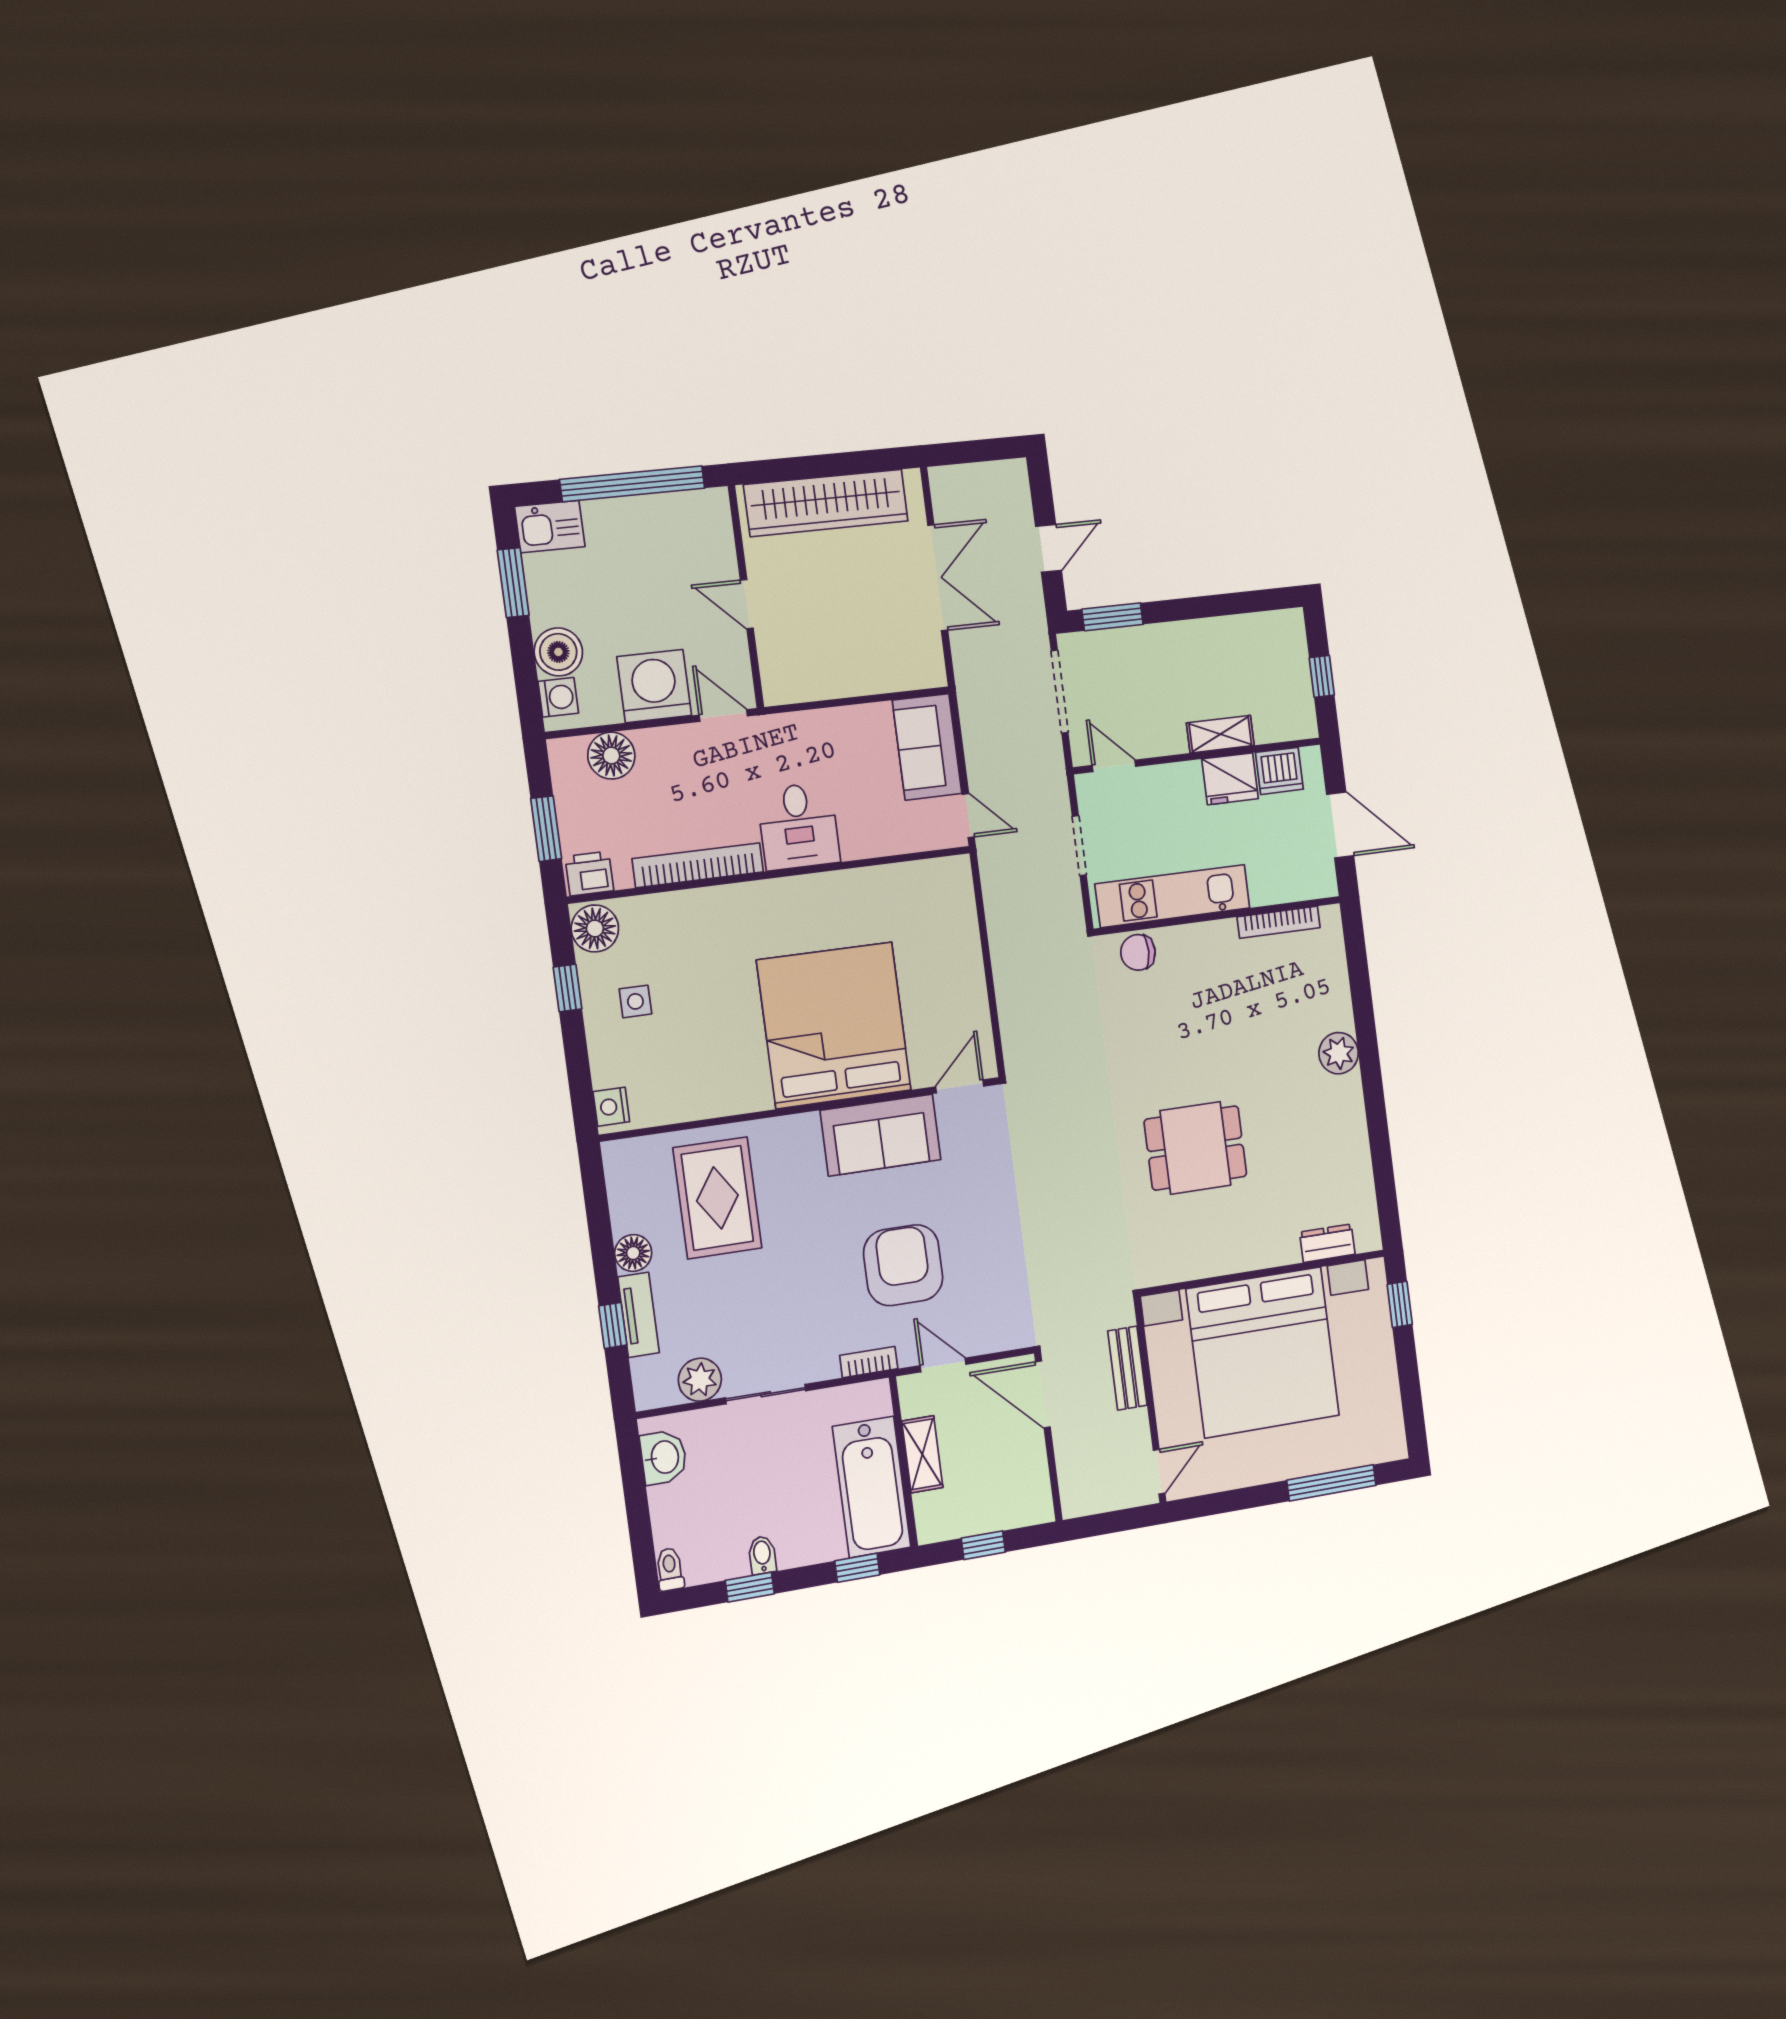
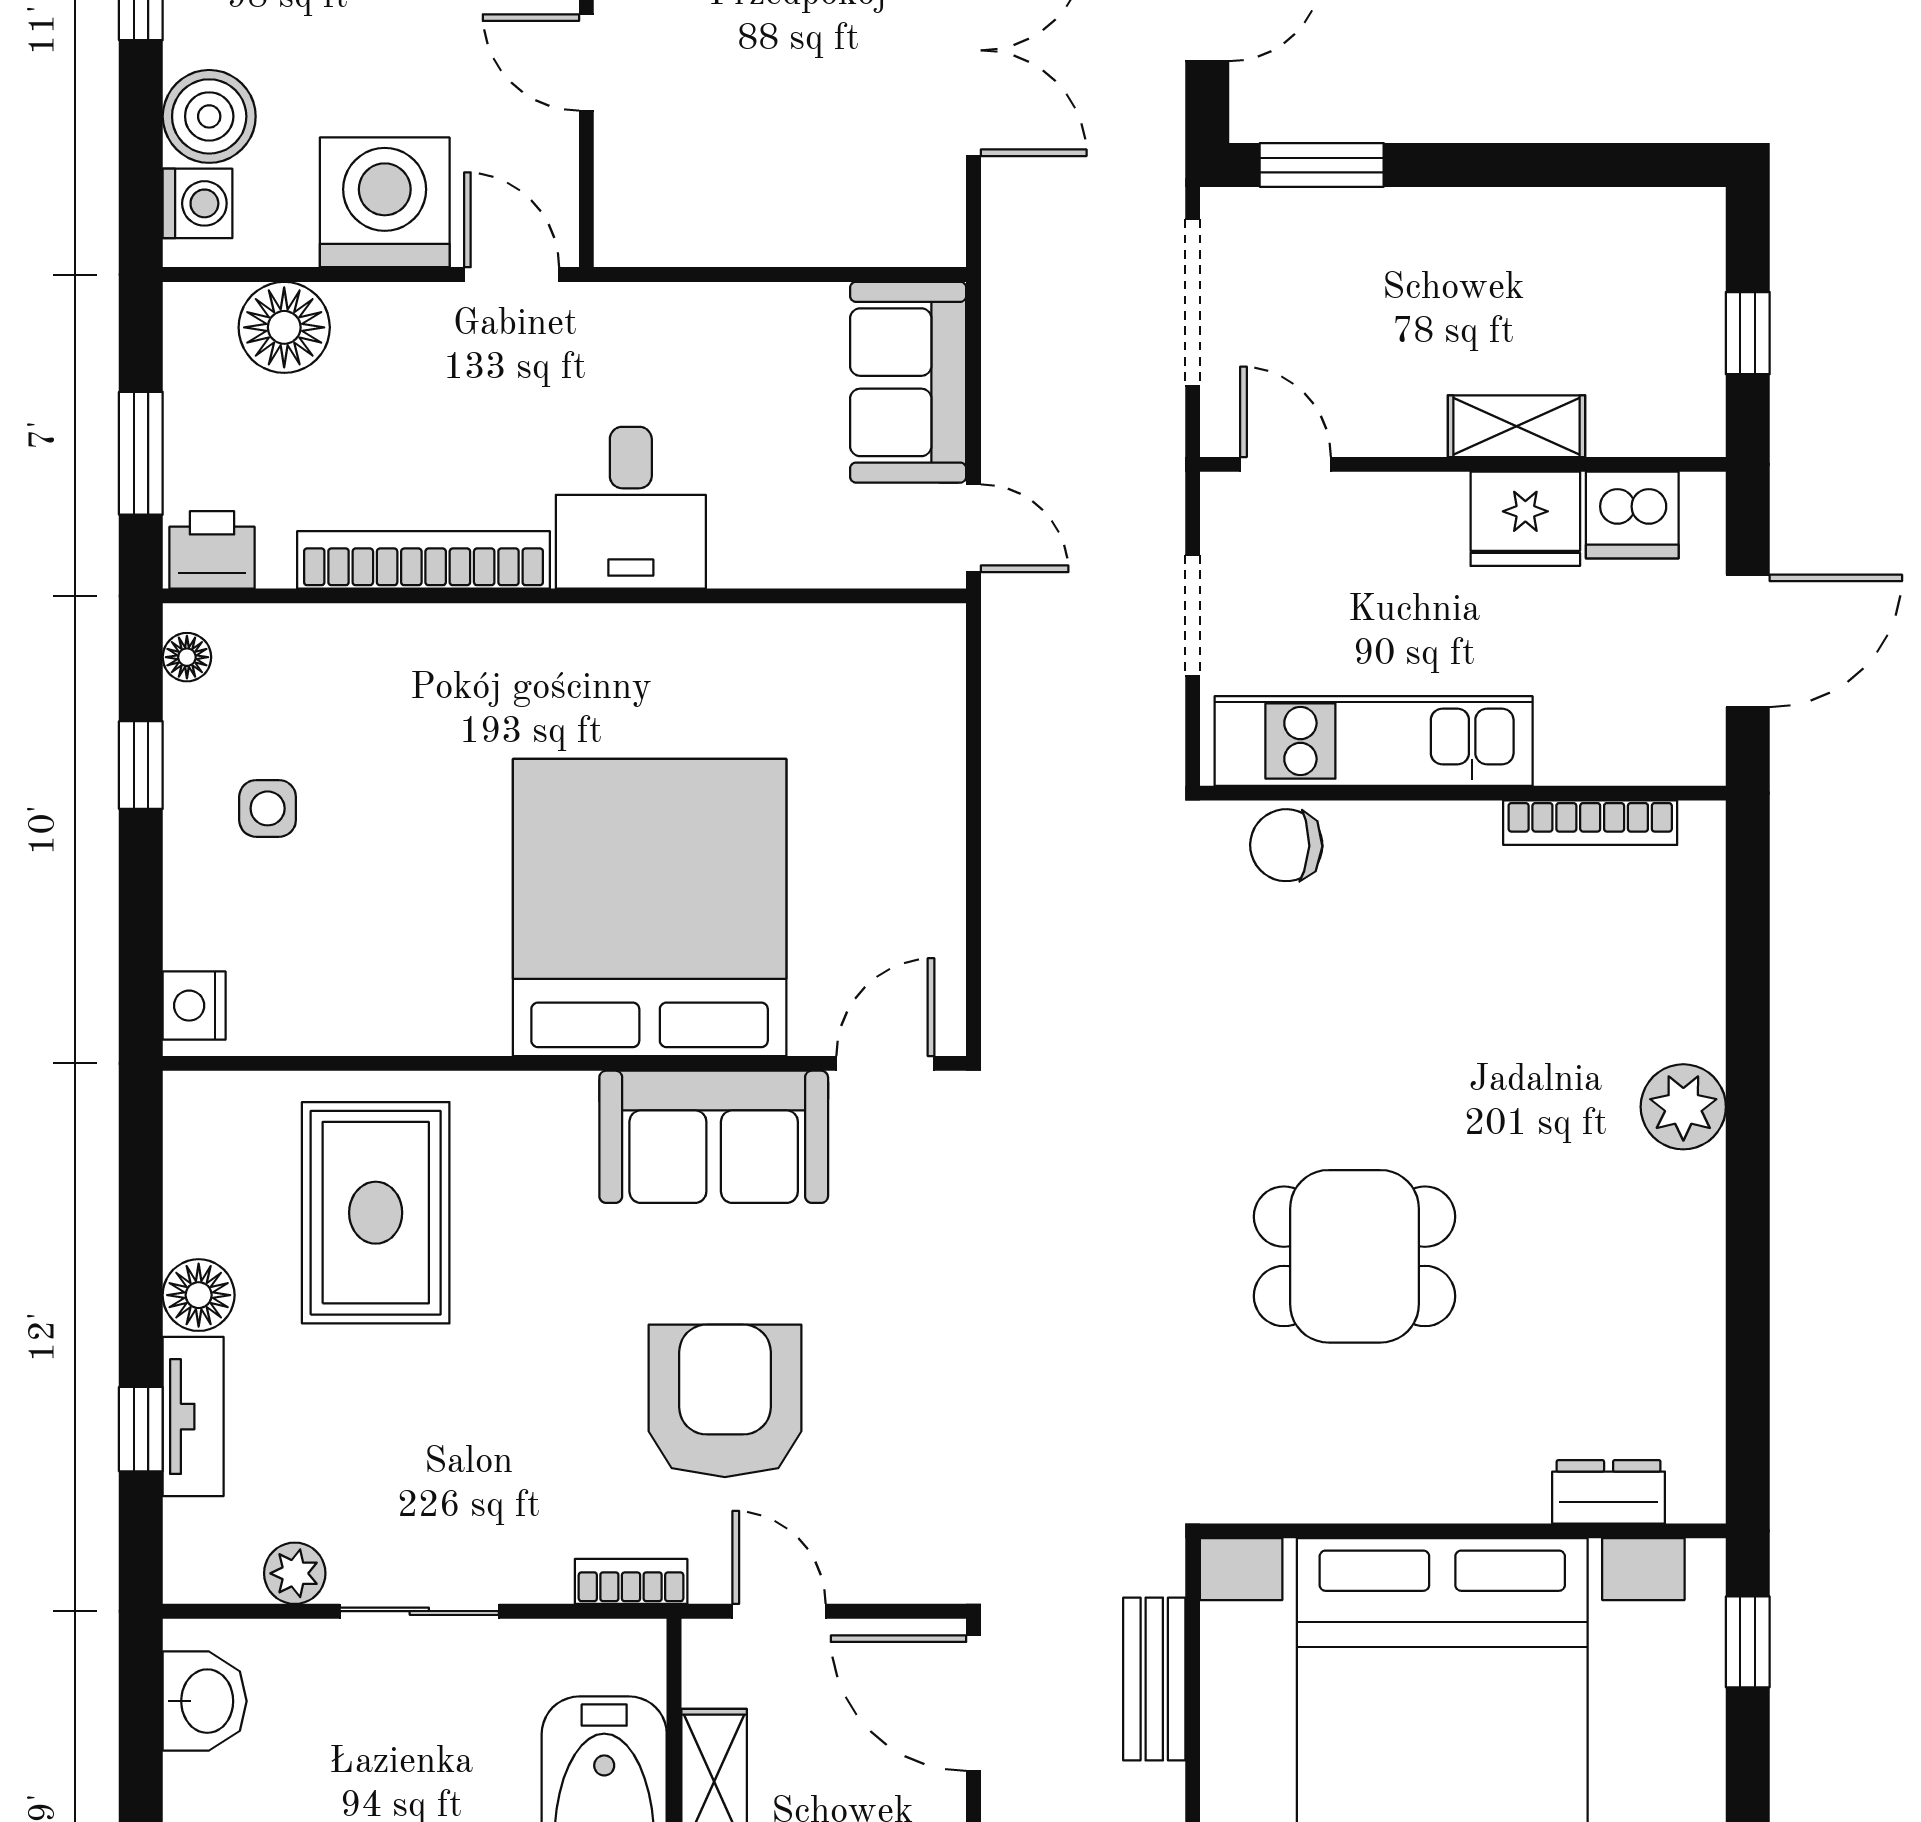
door: (1340, 825) -> (1748, 641), hinge flipped
floor lamp: (595, 928) -> (187, 657), width x0.53, depth x0.53
plant: (700, 1380) -> (295, 1573), width x0.73, depth x0.73

